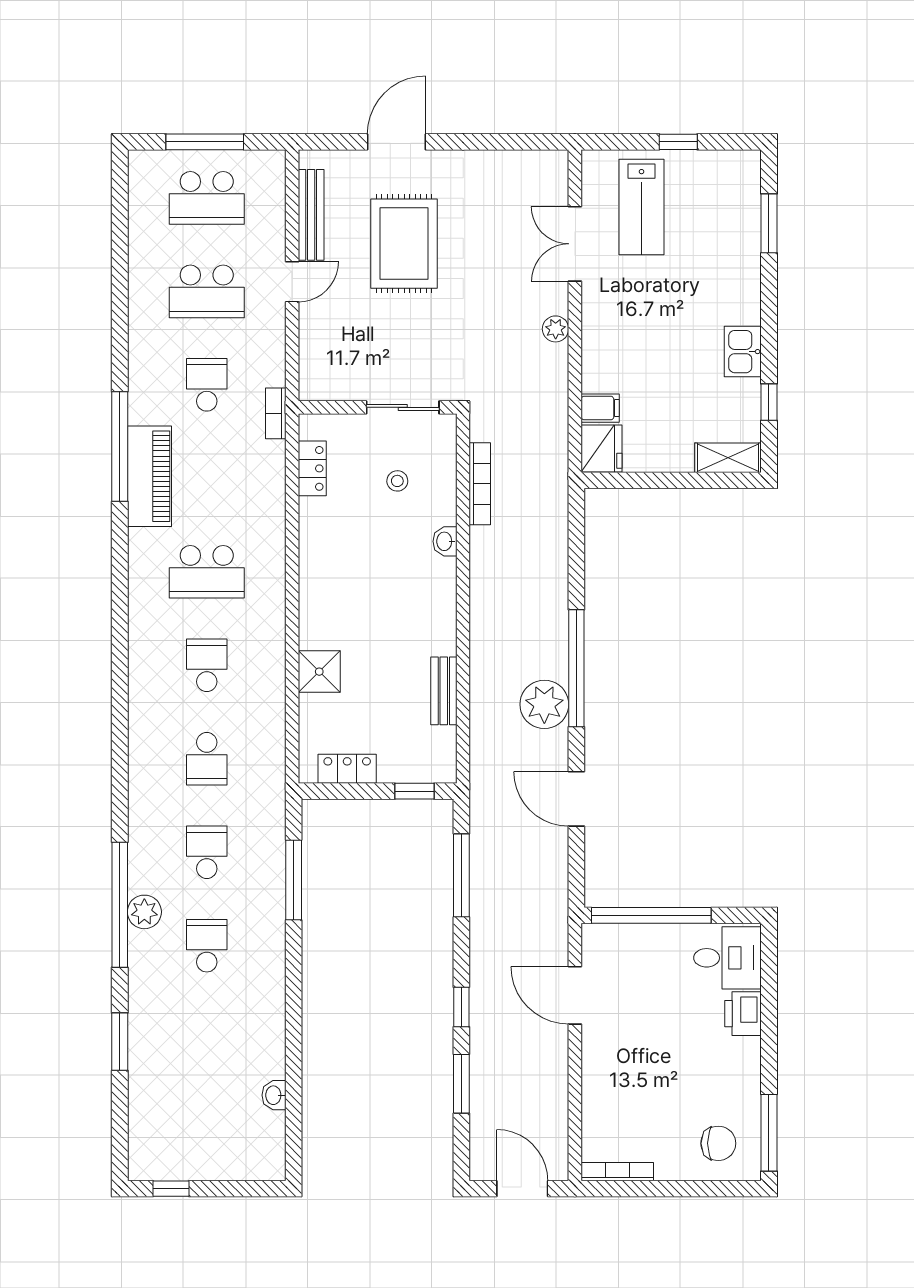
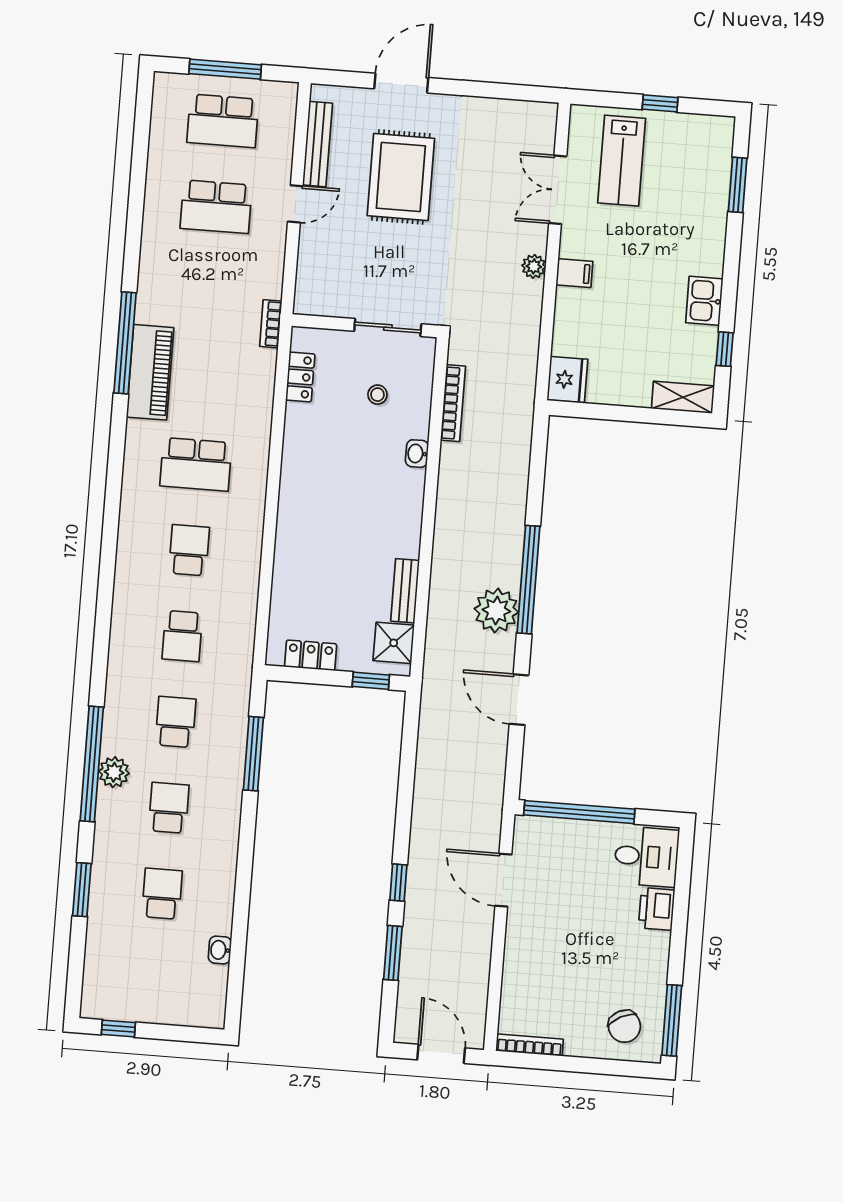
school desk: (207, 385) -> (162, 894), moved
filing cabinet: (600, 408) -> (574, 273), moved
shower: (319, 672) -> (394, 643), moved
window: (461, 875) -> (408, 762), removed
chair: (718, 1143) -> (624, 1026), turned 63

